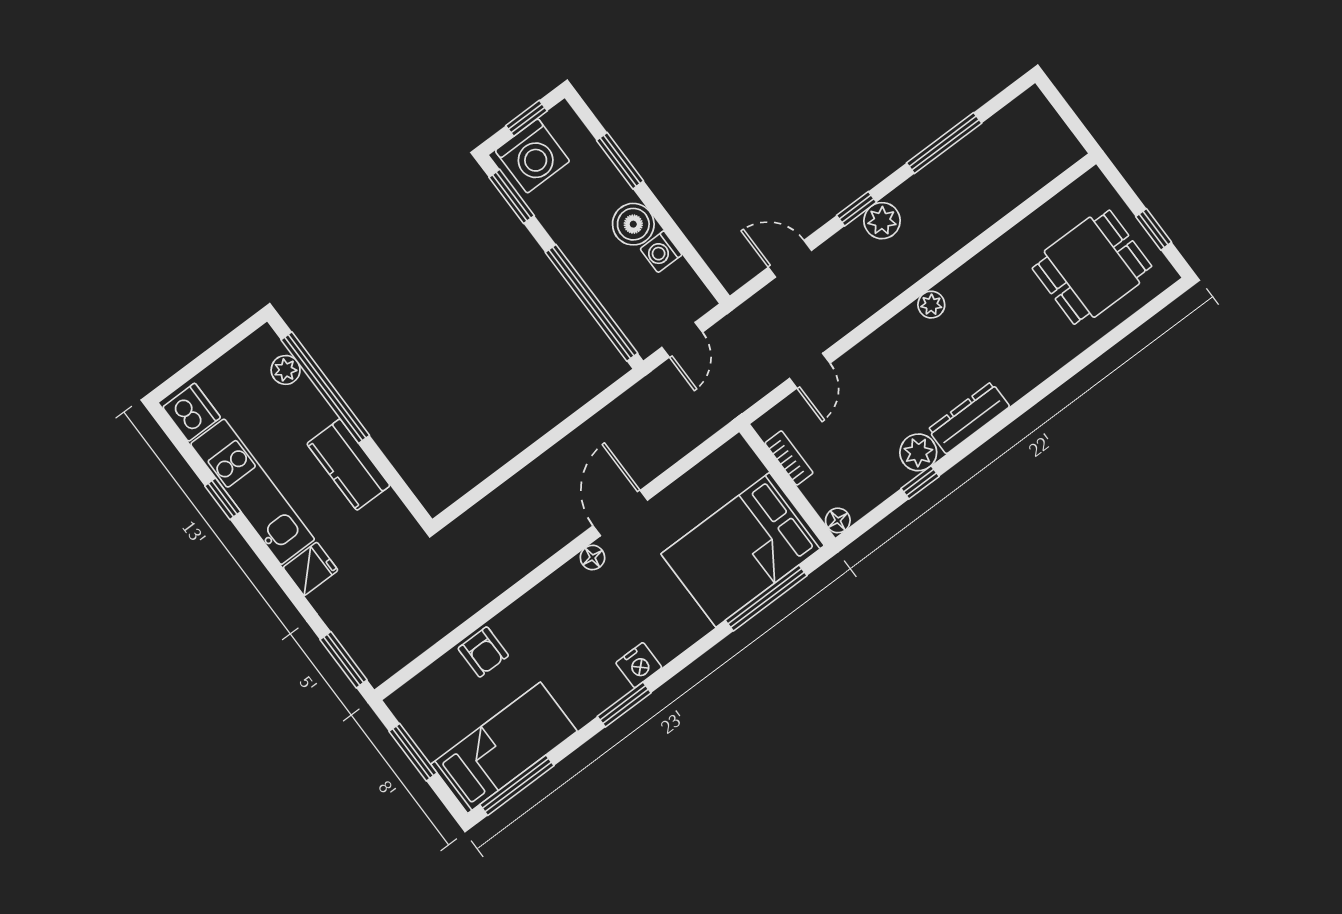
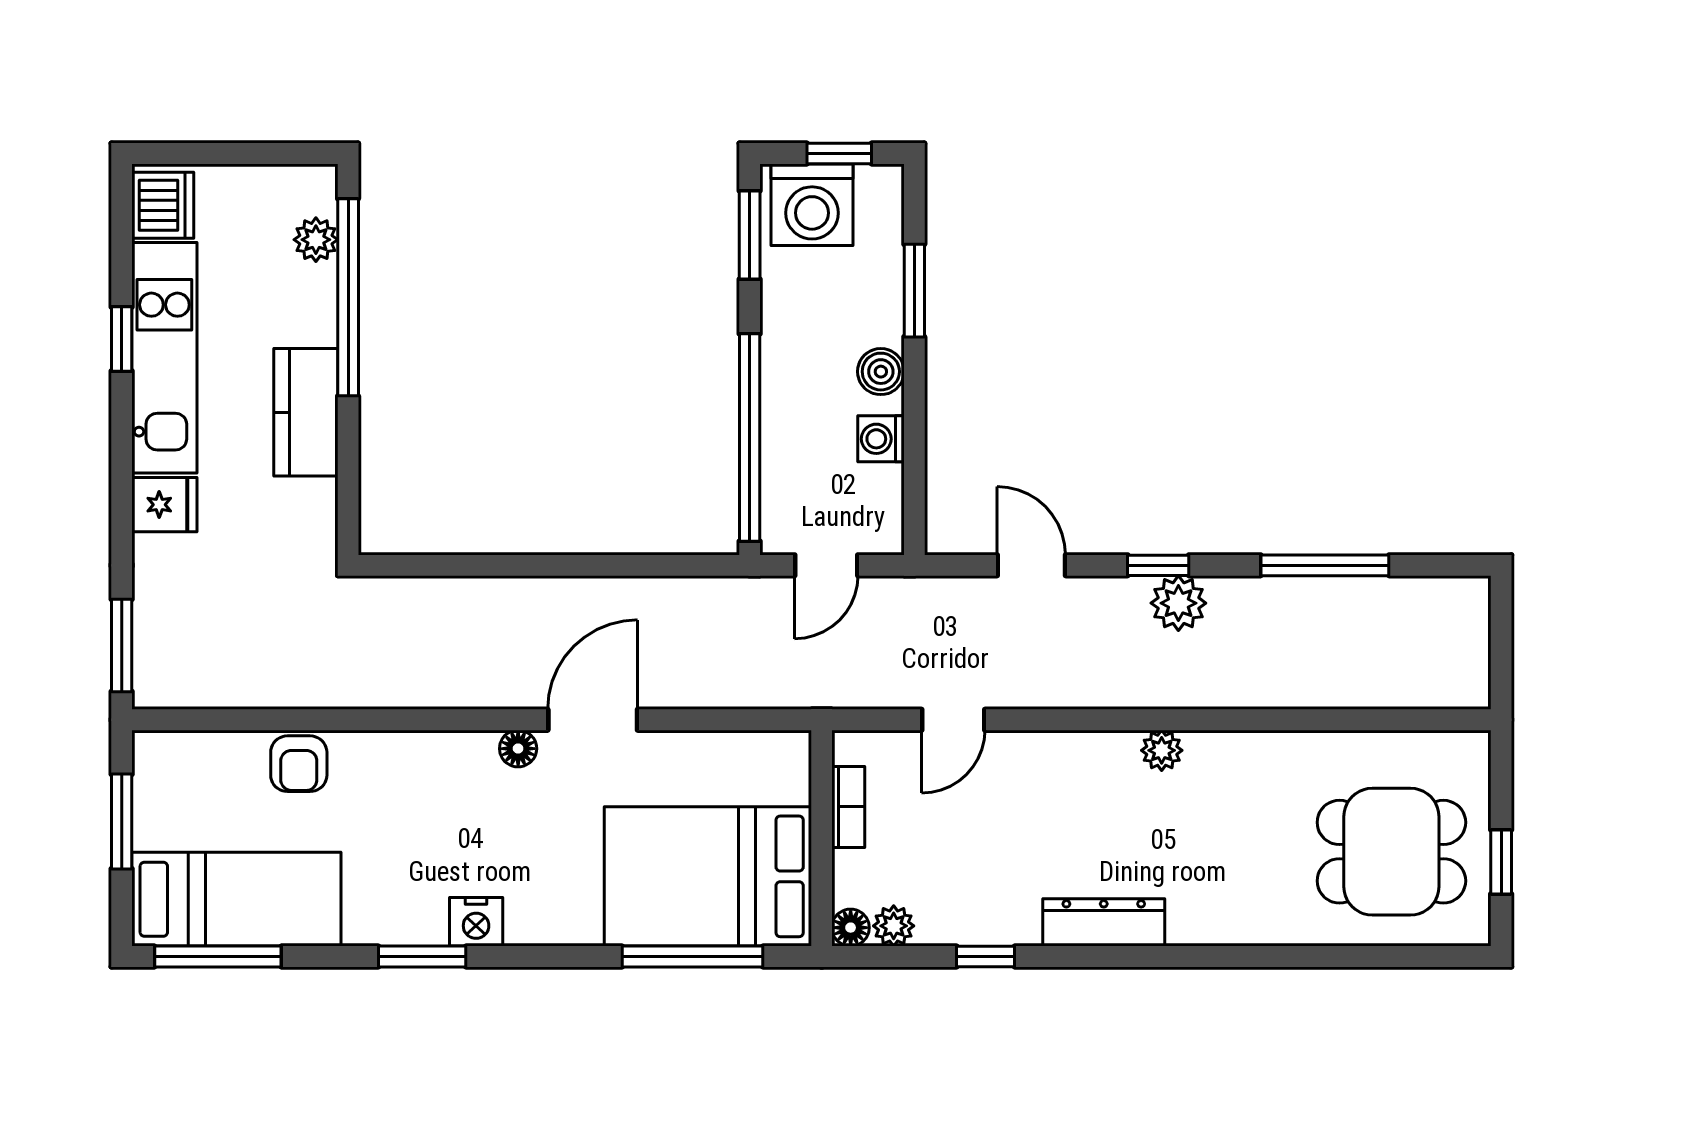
boiler: (633, 224) -> (881, 372), width x0.73, depth x0.73
plant: (918, 452) -> (894, 926), moved, width x0.73, depth x0.73

